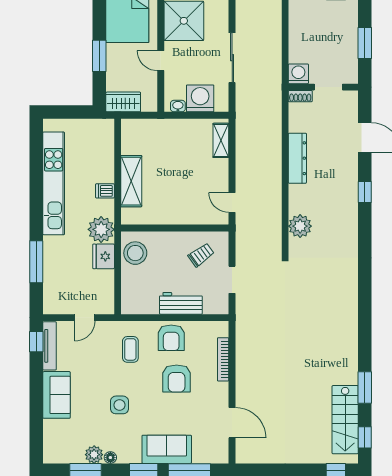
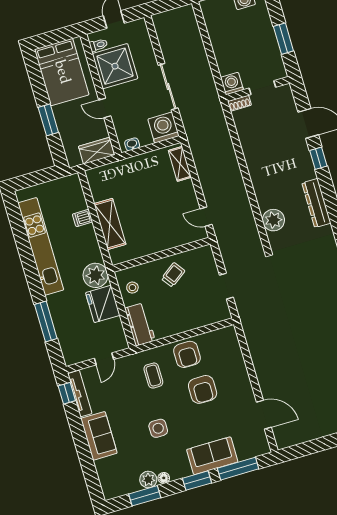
washing machine: (200, 98) -> (164, 128), moved
wardrobe: (123, 102) -> (97, 151), moved
dresser: (297, 158) -> (316, 203), moved, turned 180
dishwasher: (105, 191) -> (83, 218), moved
window: (365, 192) -> (318, 158), moved
stool: (135, 253) -> (132, 288), width x0.53, depth x0.53
trolley: (201, 255) -> (173, 275), moved
fridge: (104, 256) -> (103, 304), width x1.36, depth x1.34
workbench: (181, 303) -> (140, 324), moved, turned 90
bookcase: (223, 359) -> (239, 360), removed

